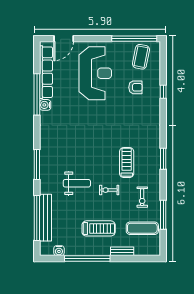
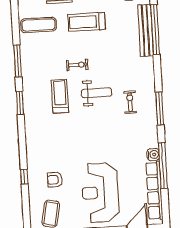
treadmill: (127, 163) -> (60, 96), turned 180
window: (37, 165) -> (160, 109), moved
weight bench: (77, 183) -> (97, 93), moved, turned 180
exercise bike: (142, 197) -> (130, 102), moved
window: (163, 215) -> (18, 61), moved

